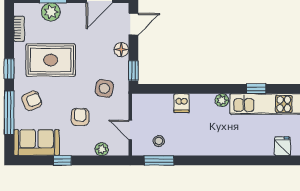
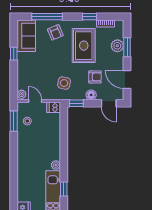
window: (9, 69) -> (89, 17), moved
dishwasher: (181, 103) -> (54, 107), moved
armchair: (80, 117) -> (95, 77), moved
door: (130, 130) -> (35, 101), hinge flipped
plant: (102, 149) -> (22, 94), moved

